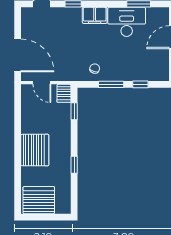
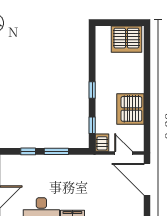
chair: (95, 69) -> (72, 167), removed
server rack: (35, 150) -> (130, 109), moved
window: (74, 165) -> (92, 90), moved

